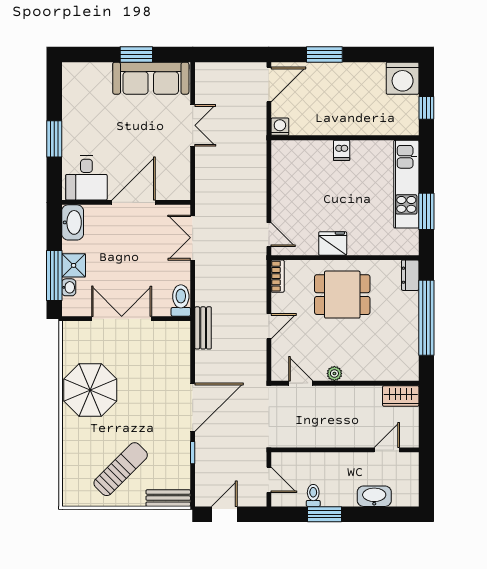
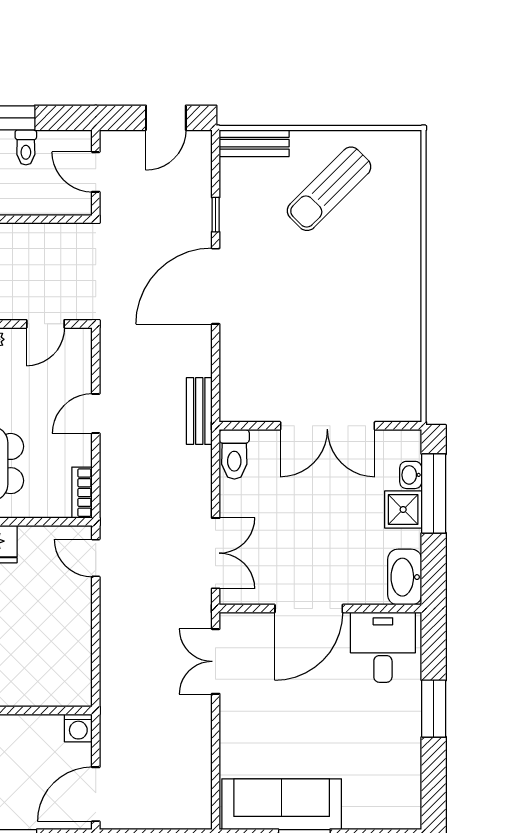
double door: (193, 125) -> (216, 661), moved
door: (301, 383) -> (45, 324), hinge flipped
parasol: (90, 390) -> (377, 313), removed

